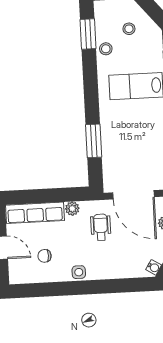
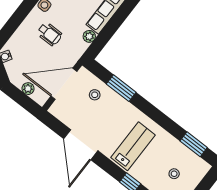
stool: (106, 49) -> (95, 95), moved
wheelchair: (101, 227) -> (50, 34), moved

